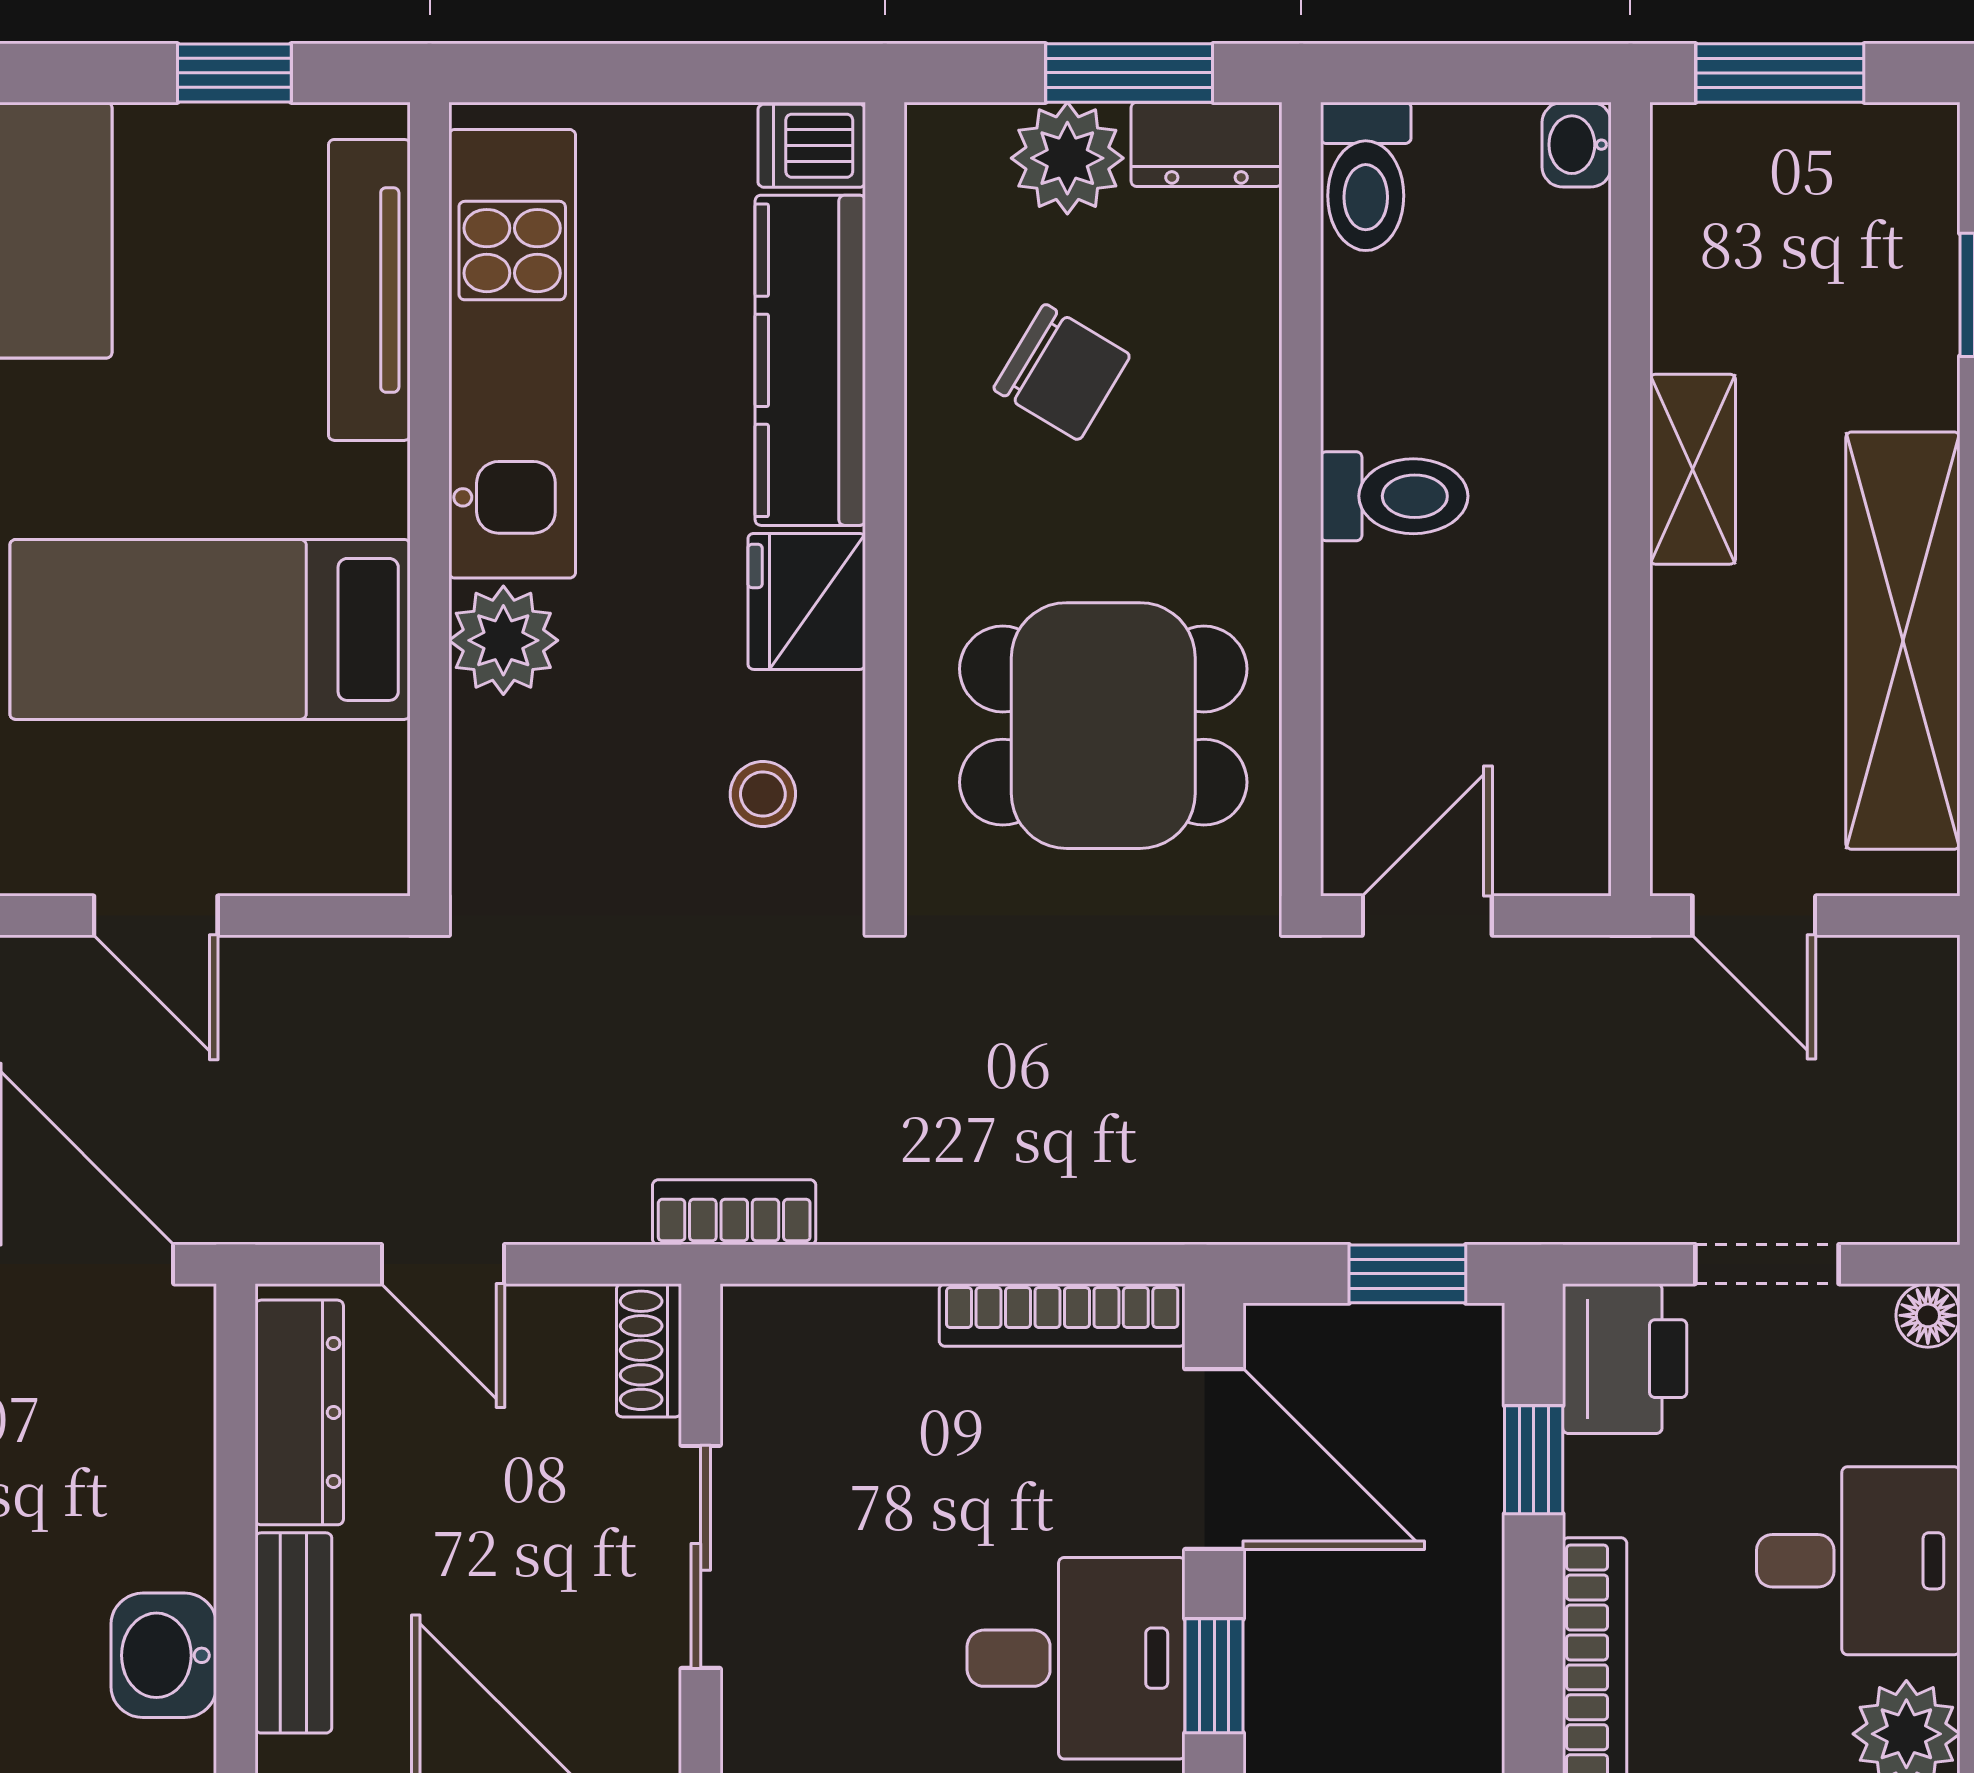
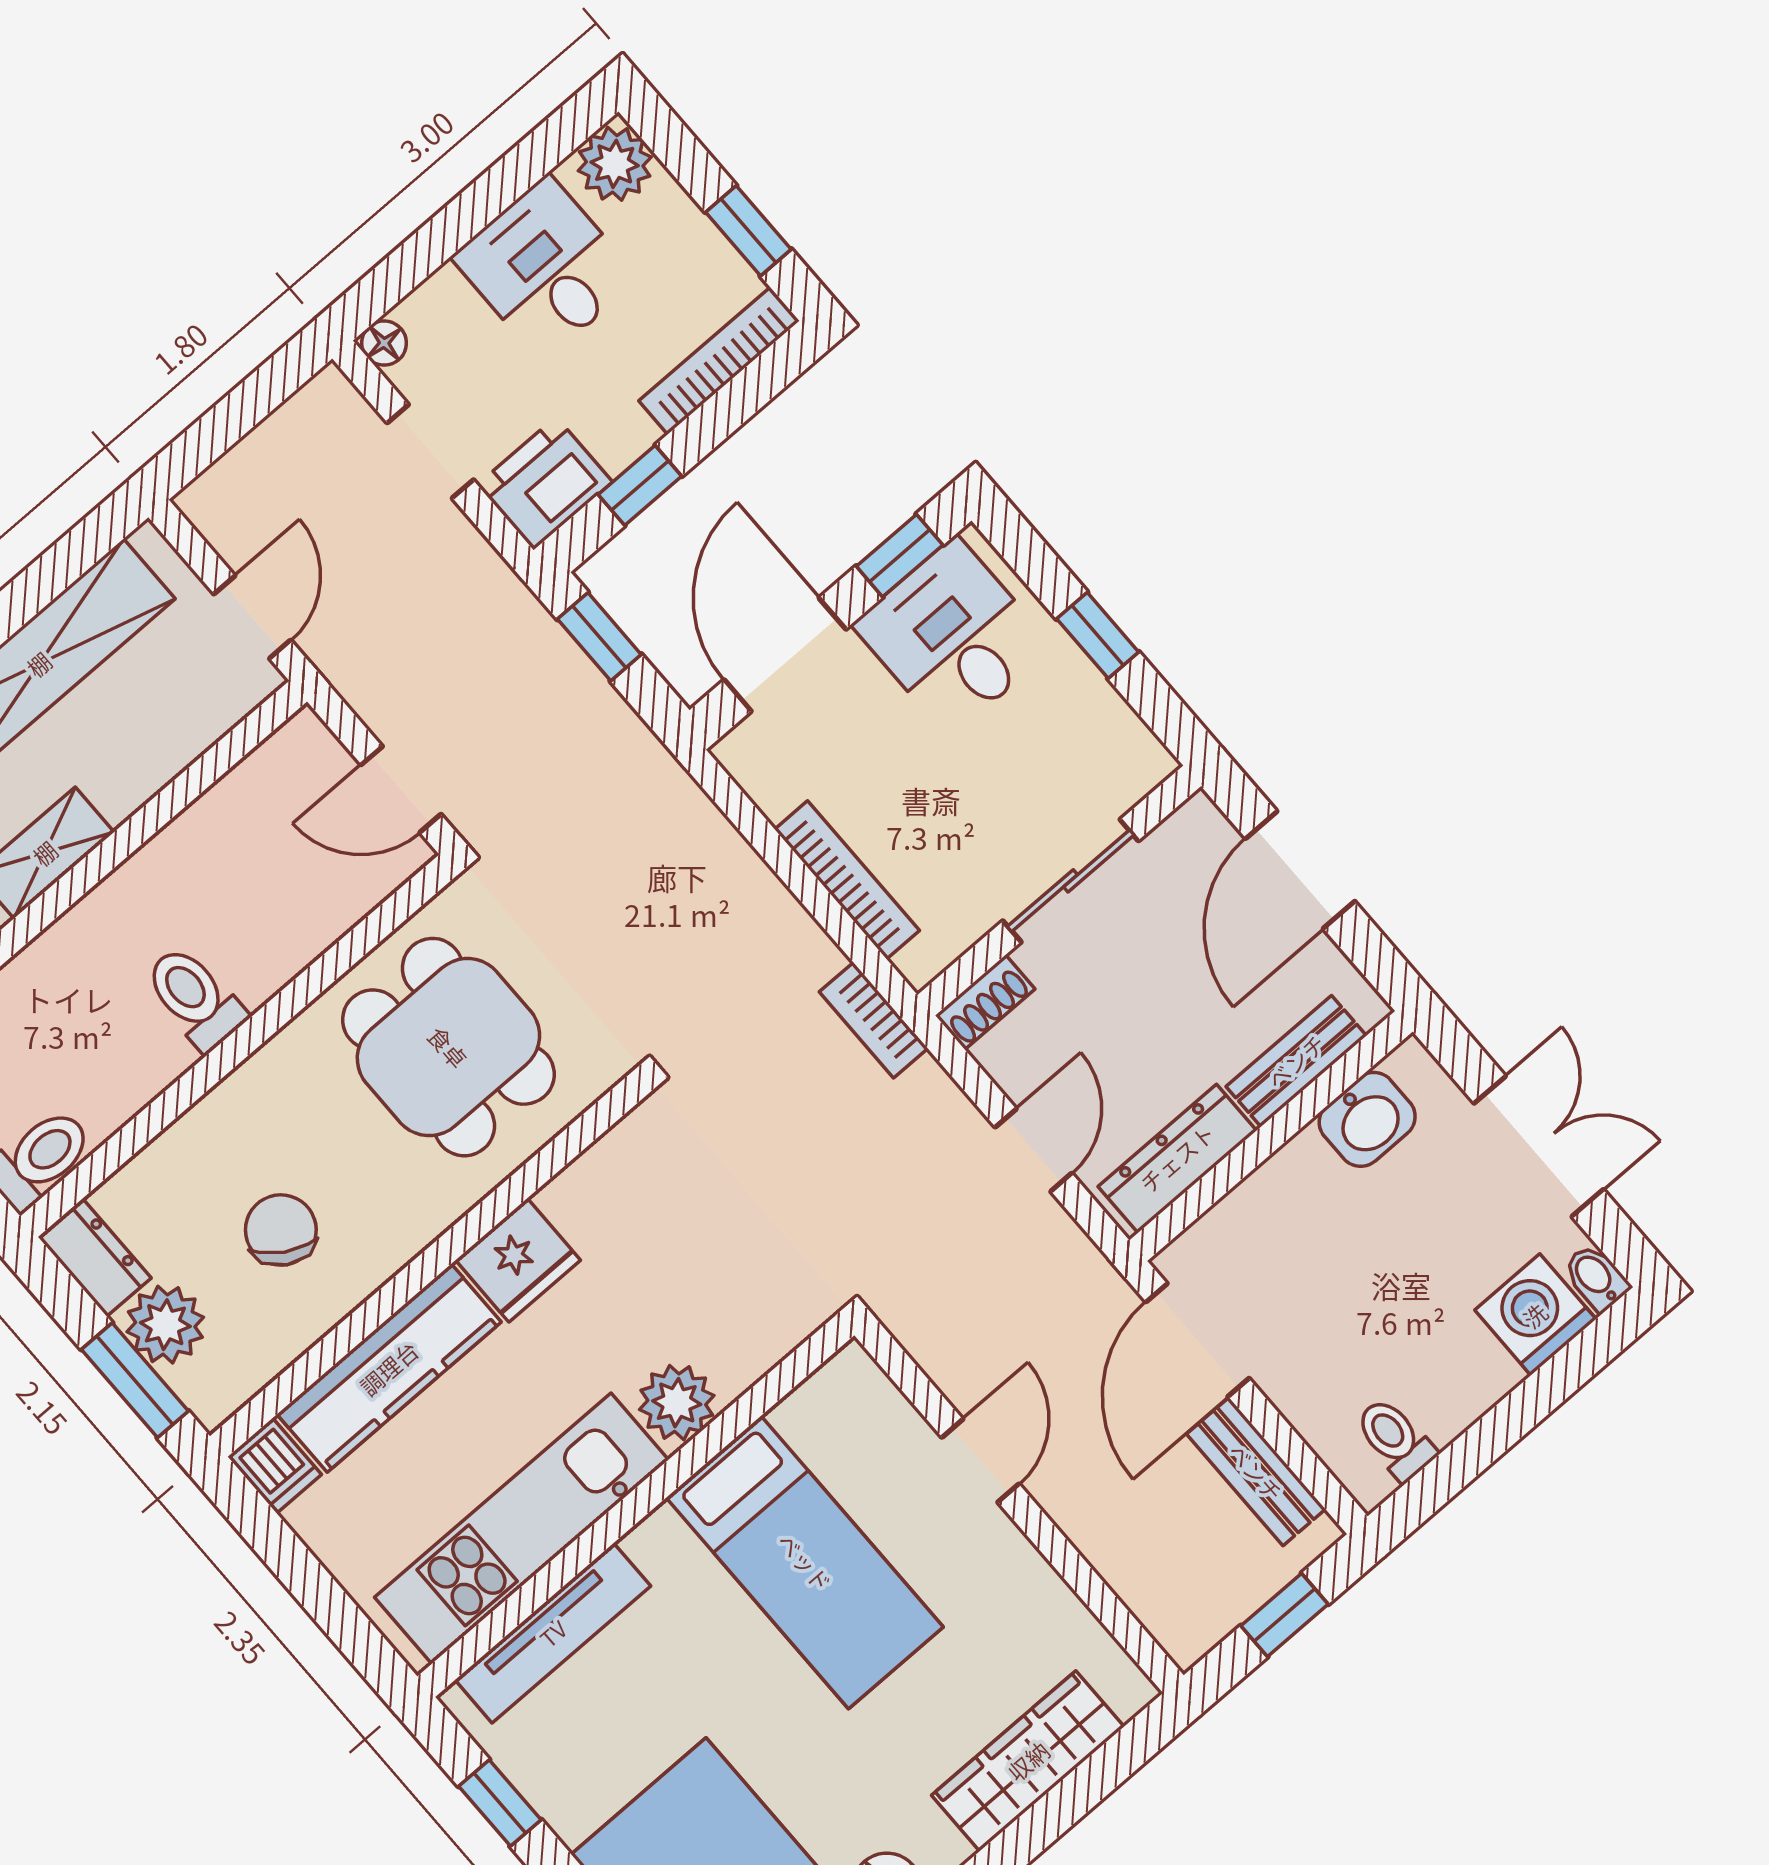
window: (1129, 73) -> (135, 1380), moved
stool: (763, 794) -> (640, 1196), removed
bookcase: (1062, 1315) -> (847, 880), moved

